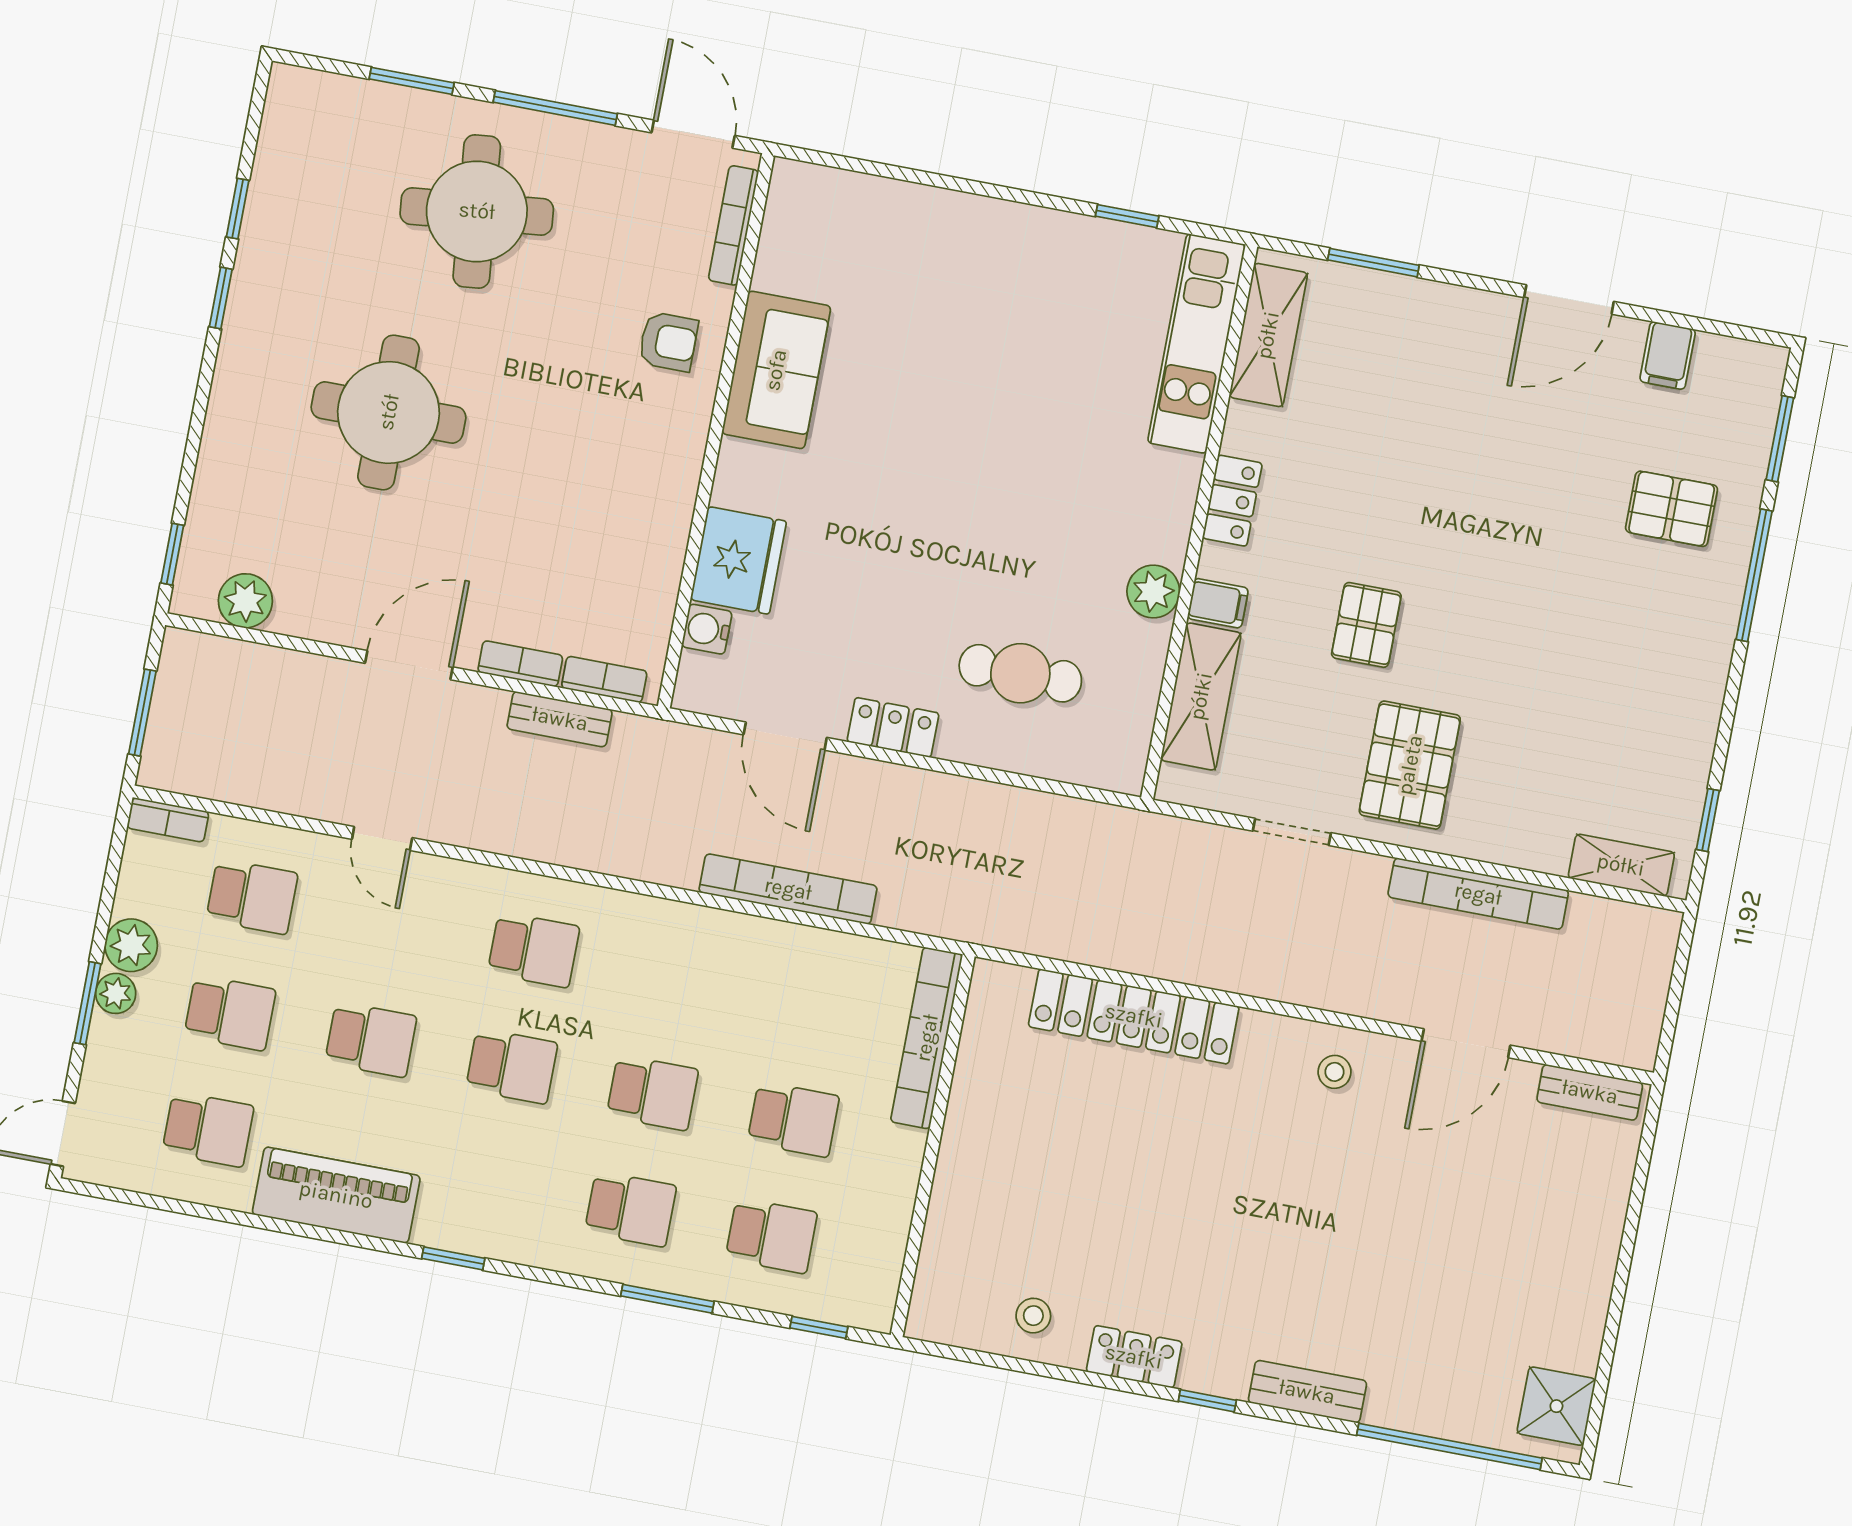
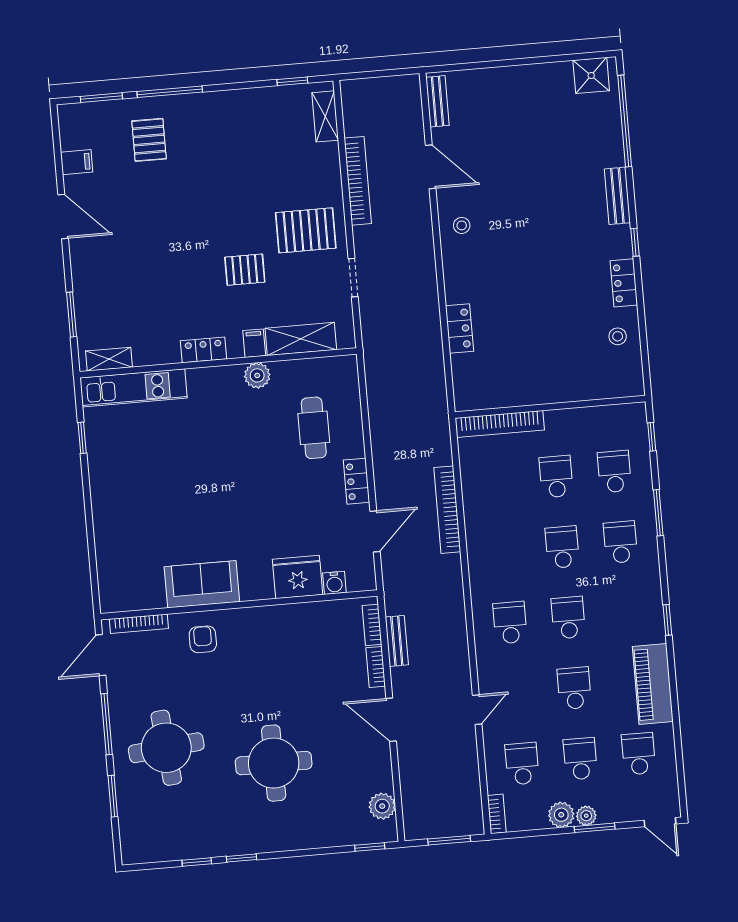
shelving: (1268, 335) -> (109, 359), width x0.67, depth x0.75
locker: (1134, 1016) -> (459, 329), width x0.46, depth x0.83

